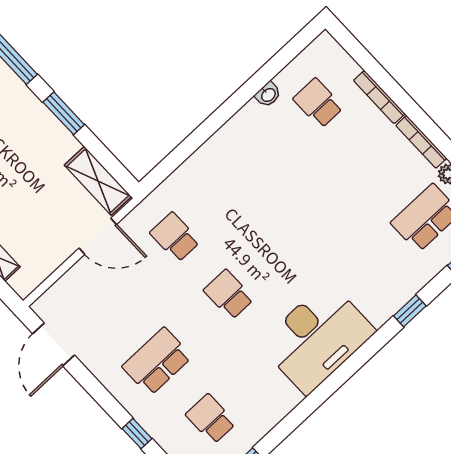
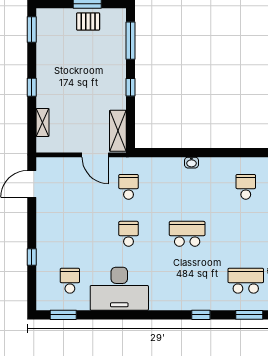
washbasin: (268, 95) -> (191, 163), moved
window: (64, 113) -> (131, 87), width x0.67
desk: (317, 338) -> (119, 289), moved
school desk: (157, 362) -> (187, 234), moved

